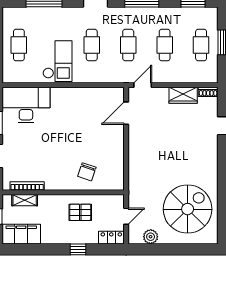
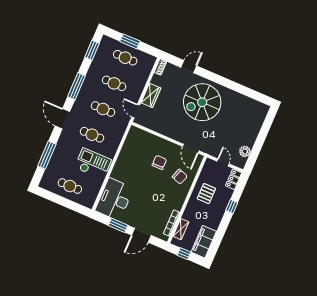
wardrobe: (183, 95) -> (151, 95), moved
door: (126, 113) -> (191, 149), moved
chair: (93, 140) -> (159, 162), added
spiral stairs: (188, 209) -> (202, 102), moved, turned -90

